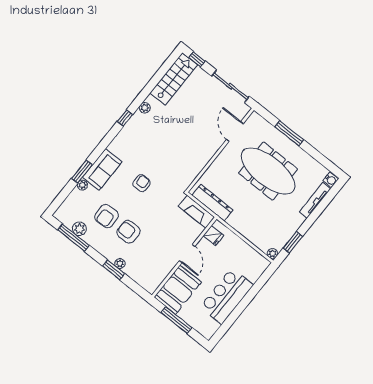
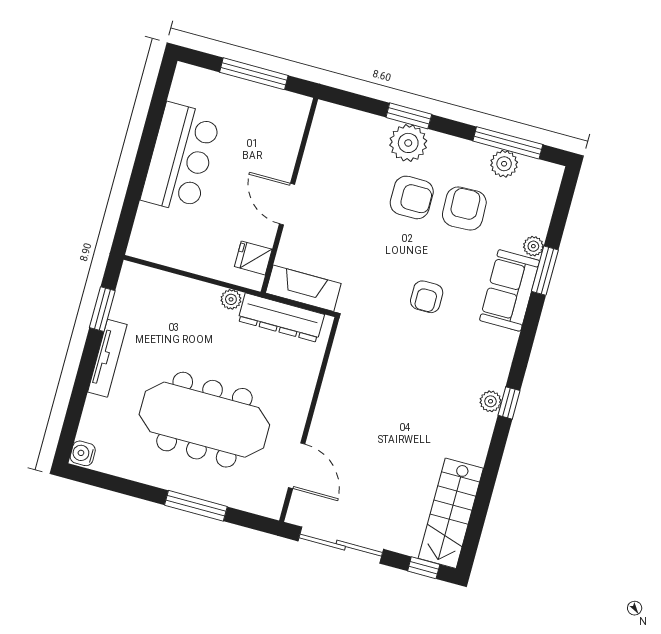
plant: (145, 108) -> (491, 401), moved
tv unit: (315, 200) -> (107, 358), moved
plant: (272, 254) -> (231, 299), moved
plant: (120, 264) -> (408, 143), width x1.87, depth x1.87
booth: (178, 290) -> (276, 130), removed

